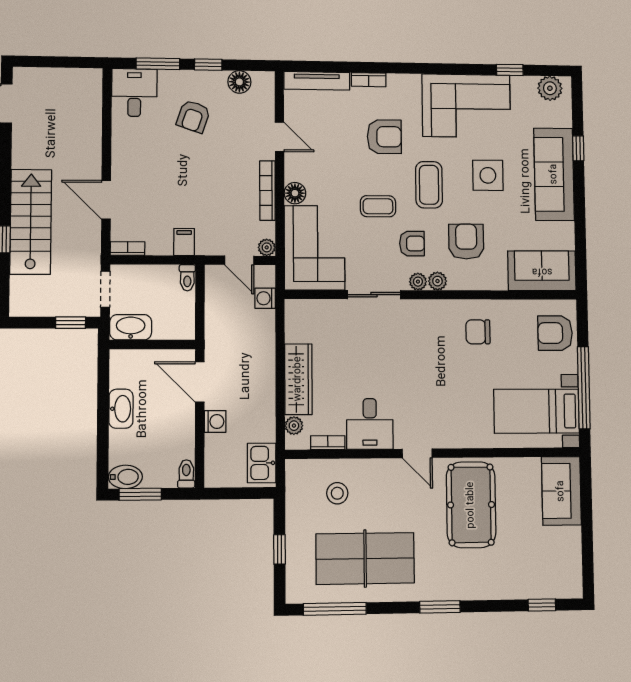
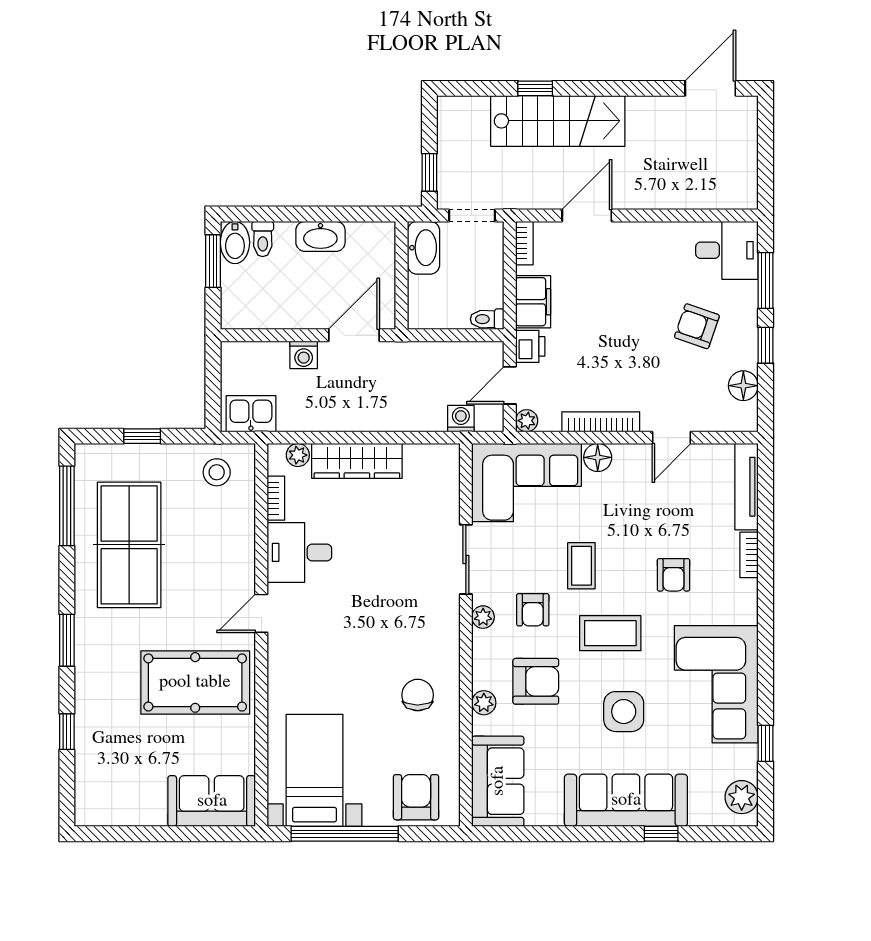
armchair: (384, 137) -> (673, 575), width x0.72, depth x0.72
filing cabinet: (184, 242) -> (533, 302), width x2.00
printer: (209, 244) -> (530, 346), added
plant: (437, 281) -> (484, 703), moved
toilet: (186, 474) -> (263, 239), moved, turned 90
stool: (337, 493) -> (217, 472), moved
window: (542, 605) -> (67, 732), moved

